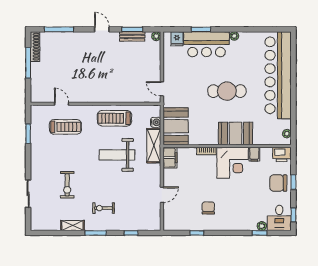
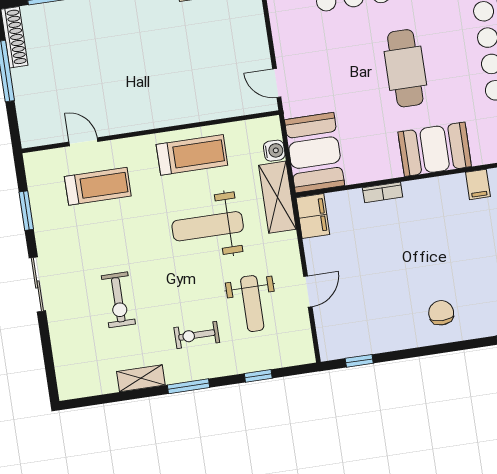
cafe table: (227, 91) -> (405, 68), turned 90
treadmill: (114, 118) -> (192, 155), turned 180
corner desk: (233, 163) -> (438, 208), removed
sliding door: (28, 194) -> (37, 284), moved
weight bench: (133, 197) -> (252, 304), added
chair: (208, 208) -> (441, 313), moved
window: (197, 233) -> (359, 361), moved

